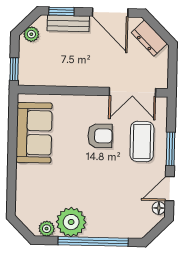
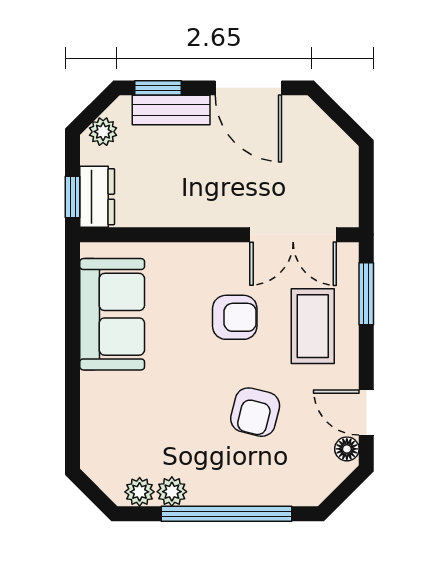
dresser: (149, 38) -> (97, 197), moved, turned -135
window: (171, 149) -> (366, 294), moved
armchair: (110, 187) -> (255, 412), added
door: (170, 189) -> (366, 413), hinge flipped
plant: (71, 222) -> (172, 492), width x0.53, depth x0.53

